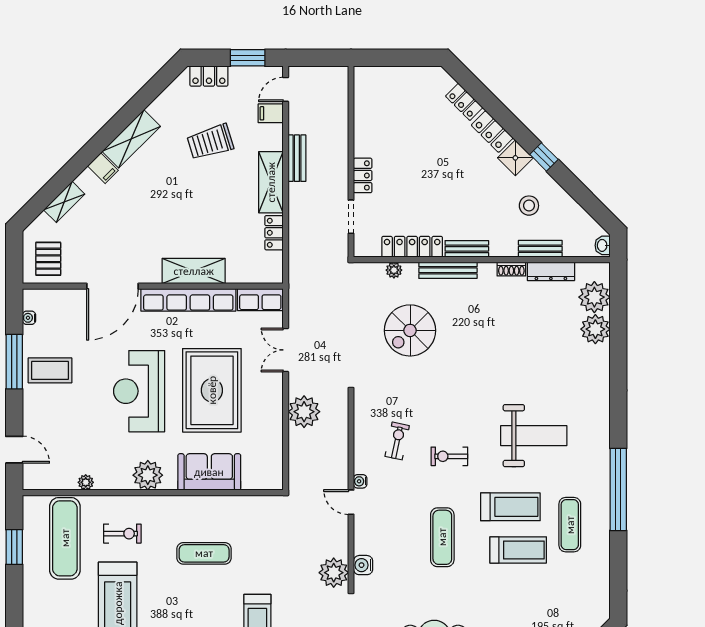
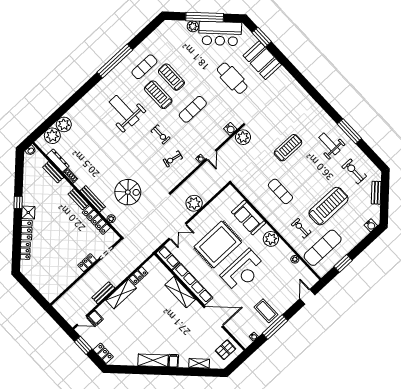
trolley: (210, 142) -> (127, 330), removed
stool: (529, 206) -> (41, 191), removed

